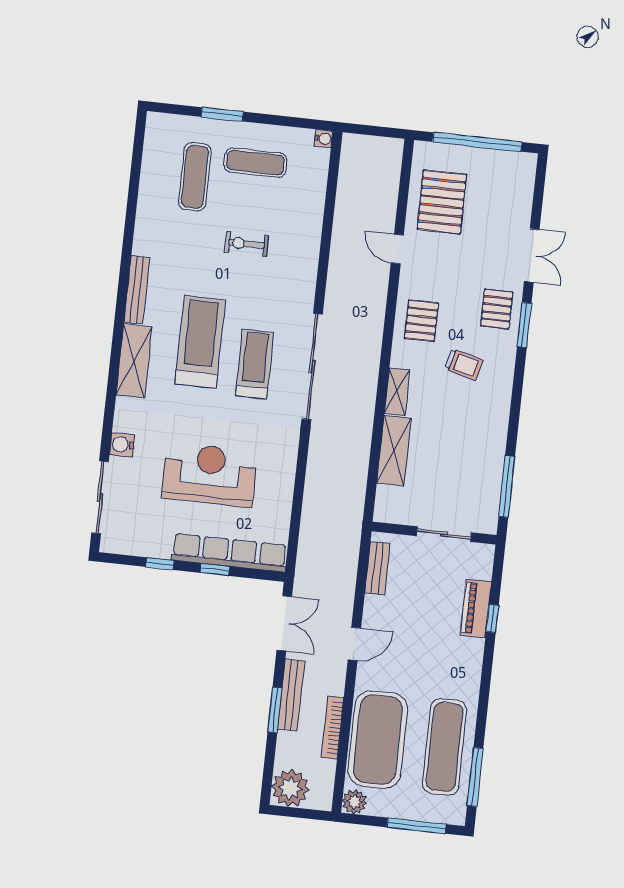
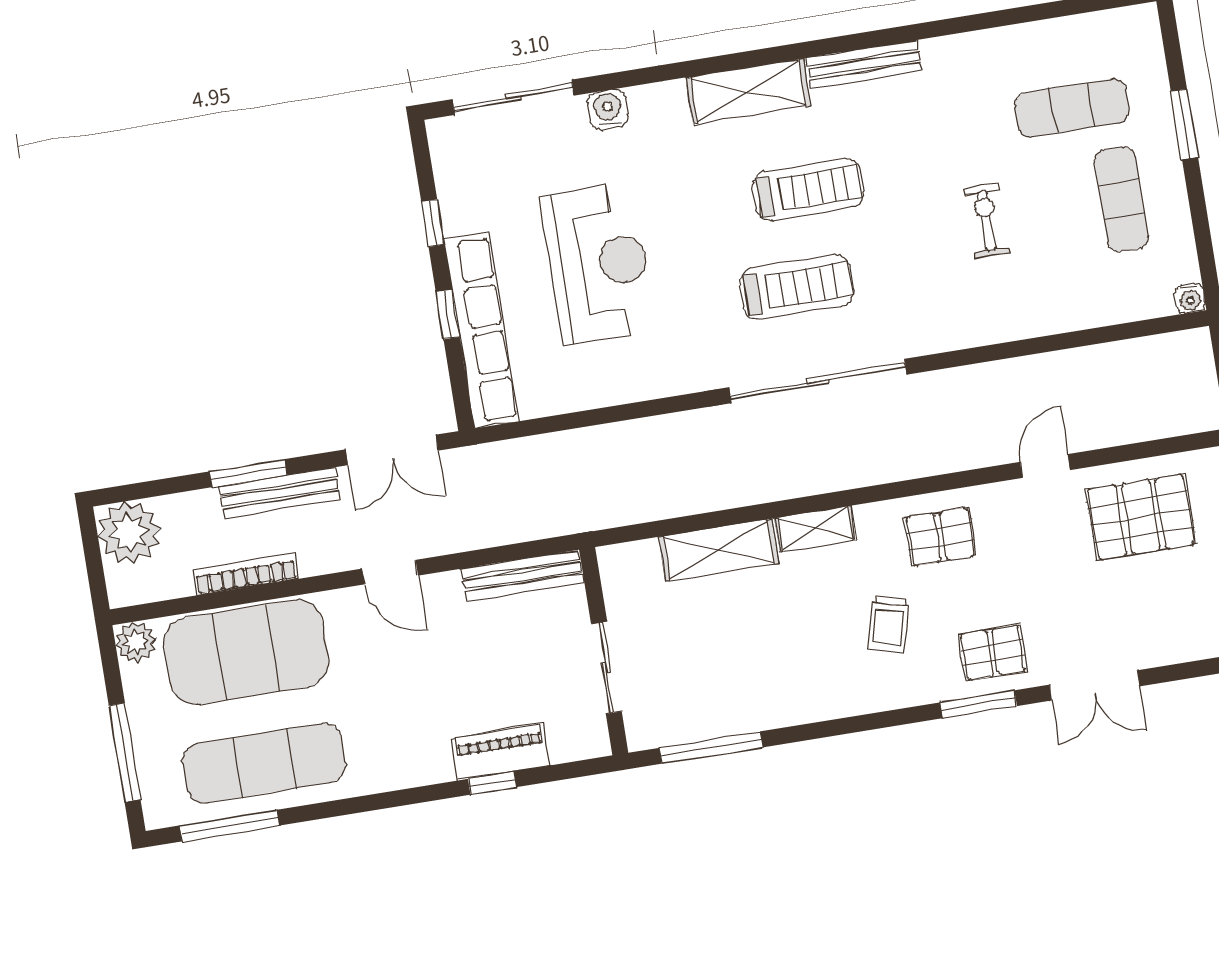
treadmill: (200, 342) -> (808, 190), width x0.73, depth x0.73
bench: (377, 568) -> (522, 576), width x1.36

